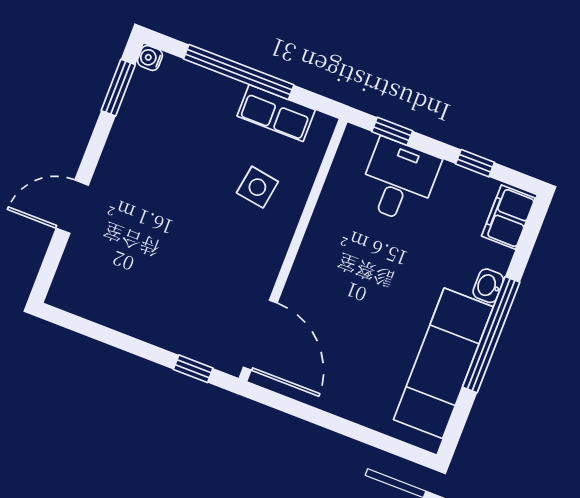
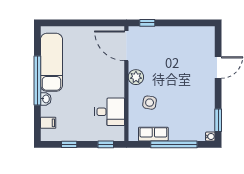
desk: (399, 181) -> (110, 112), moved, turned -90
filing cabinet: (508, 217) -> (48, 123), width x0.50
plant: (266, 257) -> (136, 77), added

